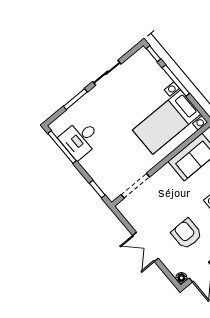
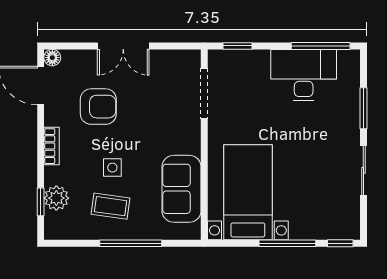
desk: (80, 139) -> (304, 75), width x1.37
double door: (145, 247) -> (123, 46), swing flipped

